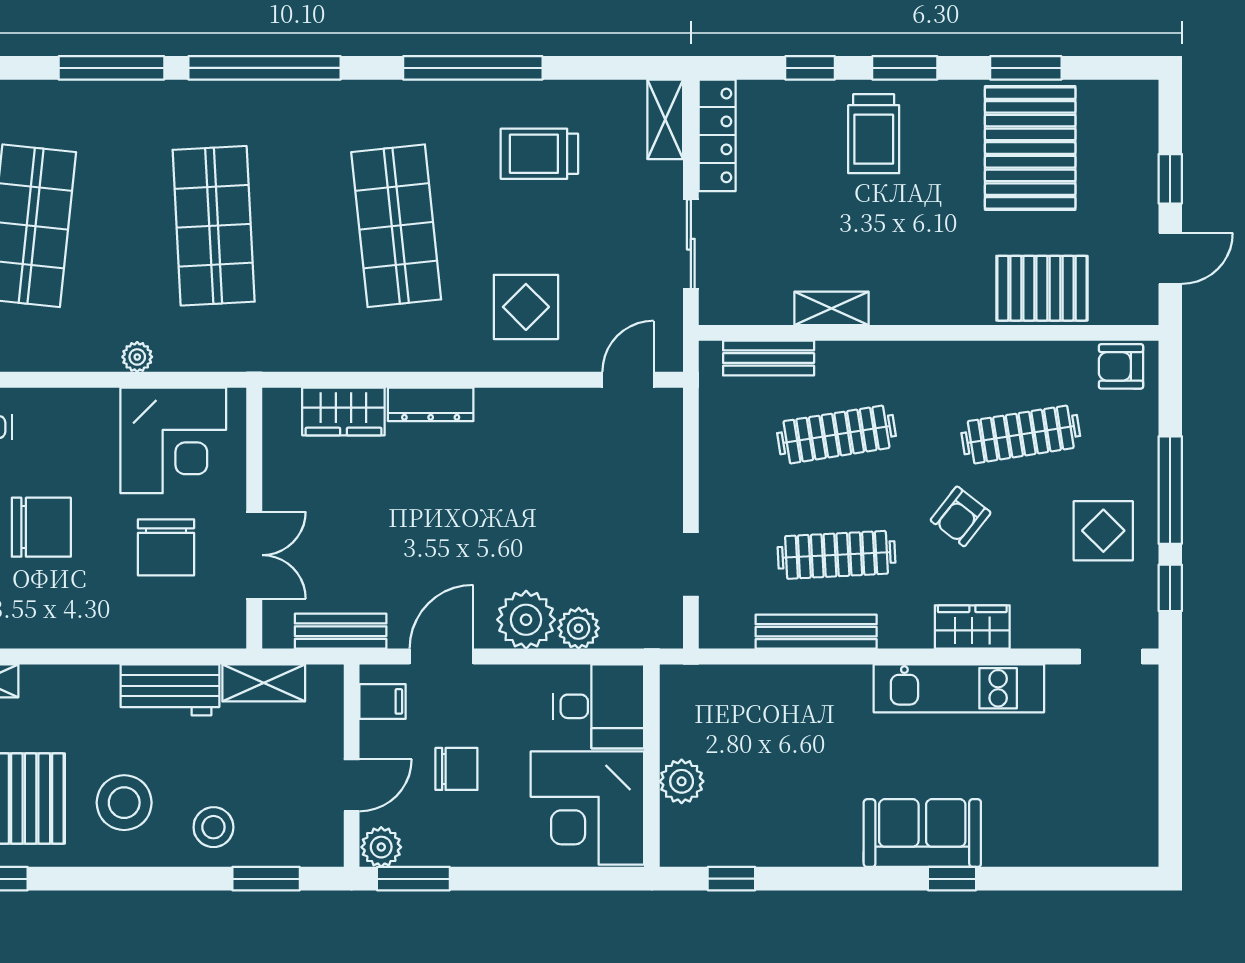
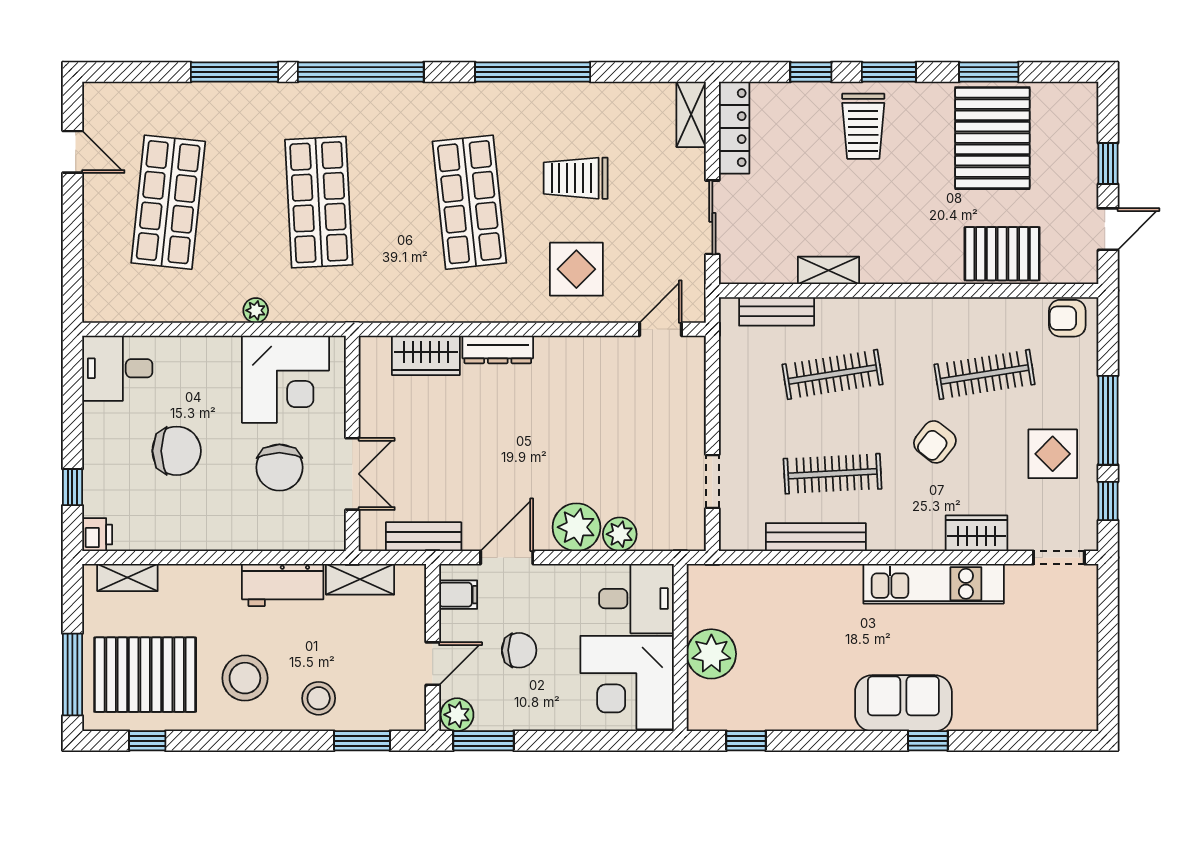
trolley: (539, 154) -> (576, 178), moved
wardrobe: (972, 627) -> (977, 533), moved
plant: (682, 781) -> (711, 654), width x1.36, depth x1.36

